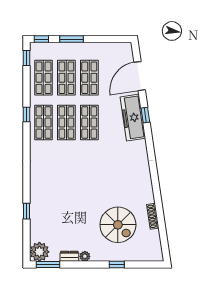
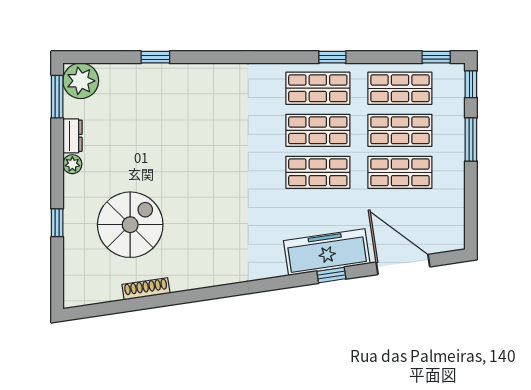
spiral stairs: (118, 225) -> (130, 225), turned 180

